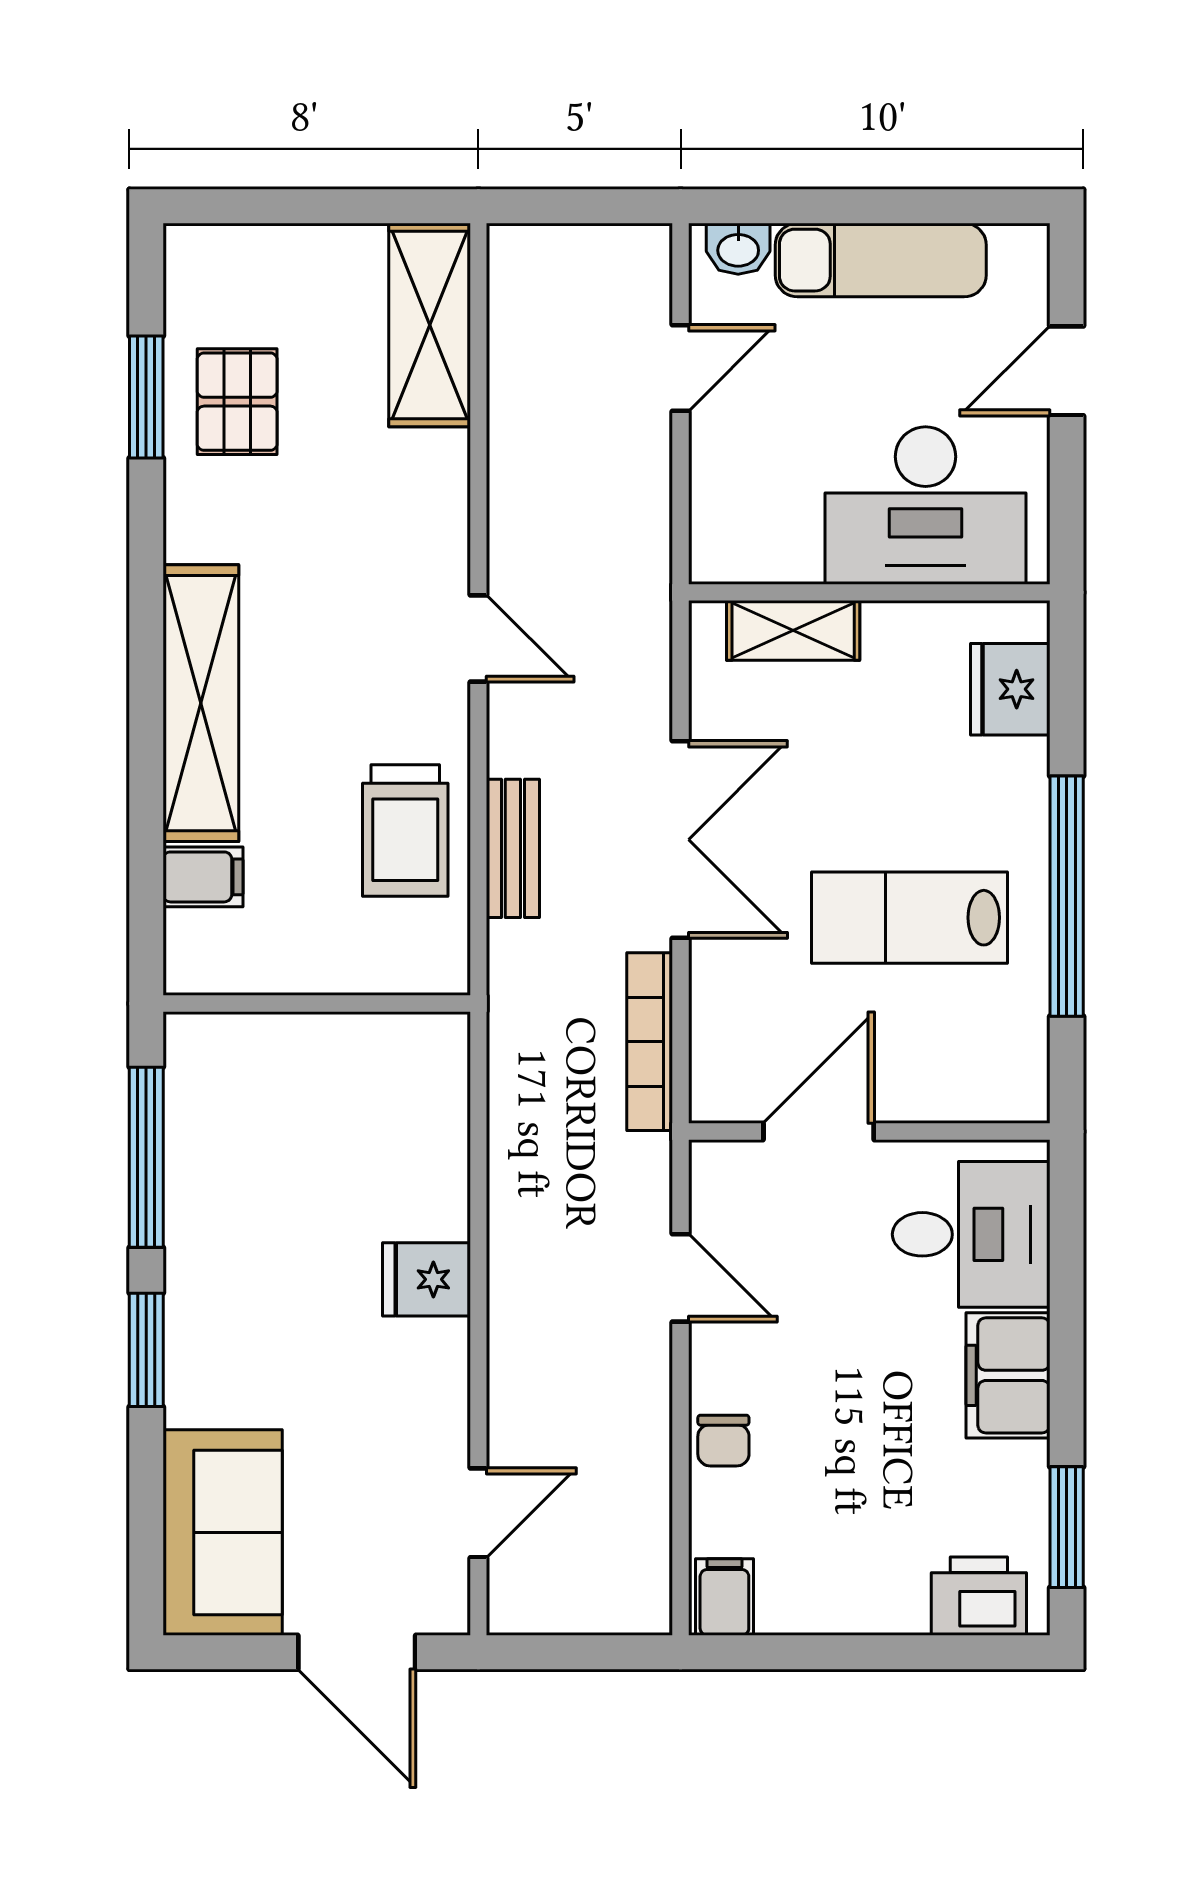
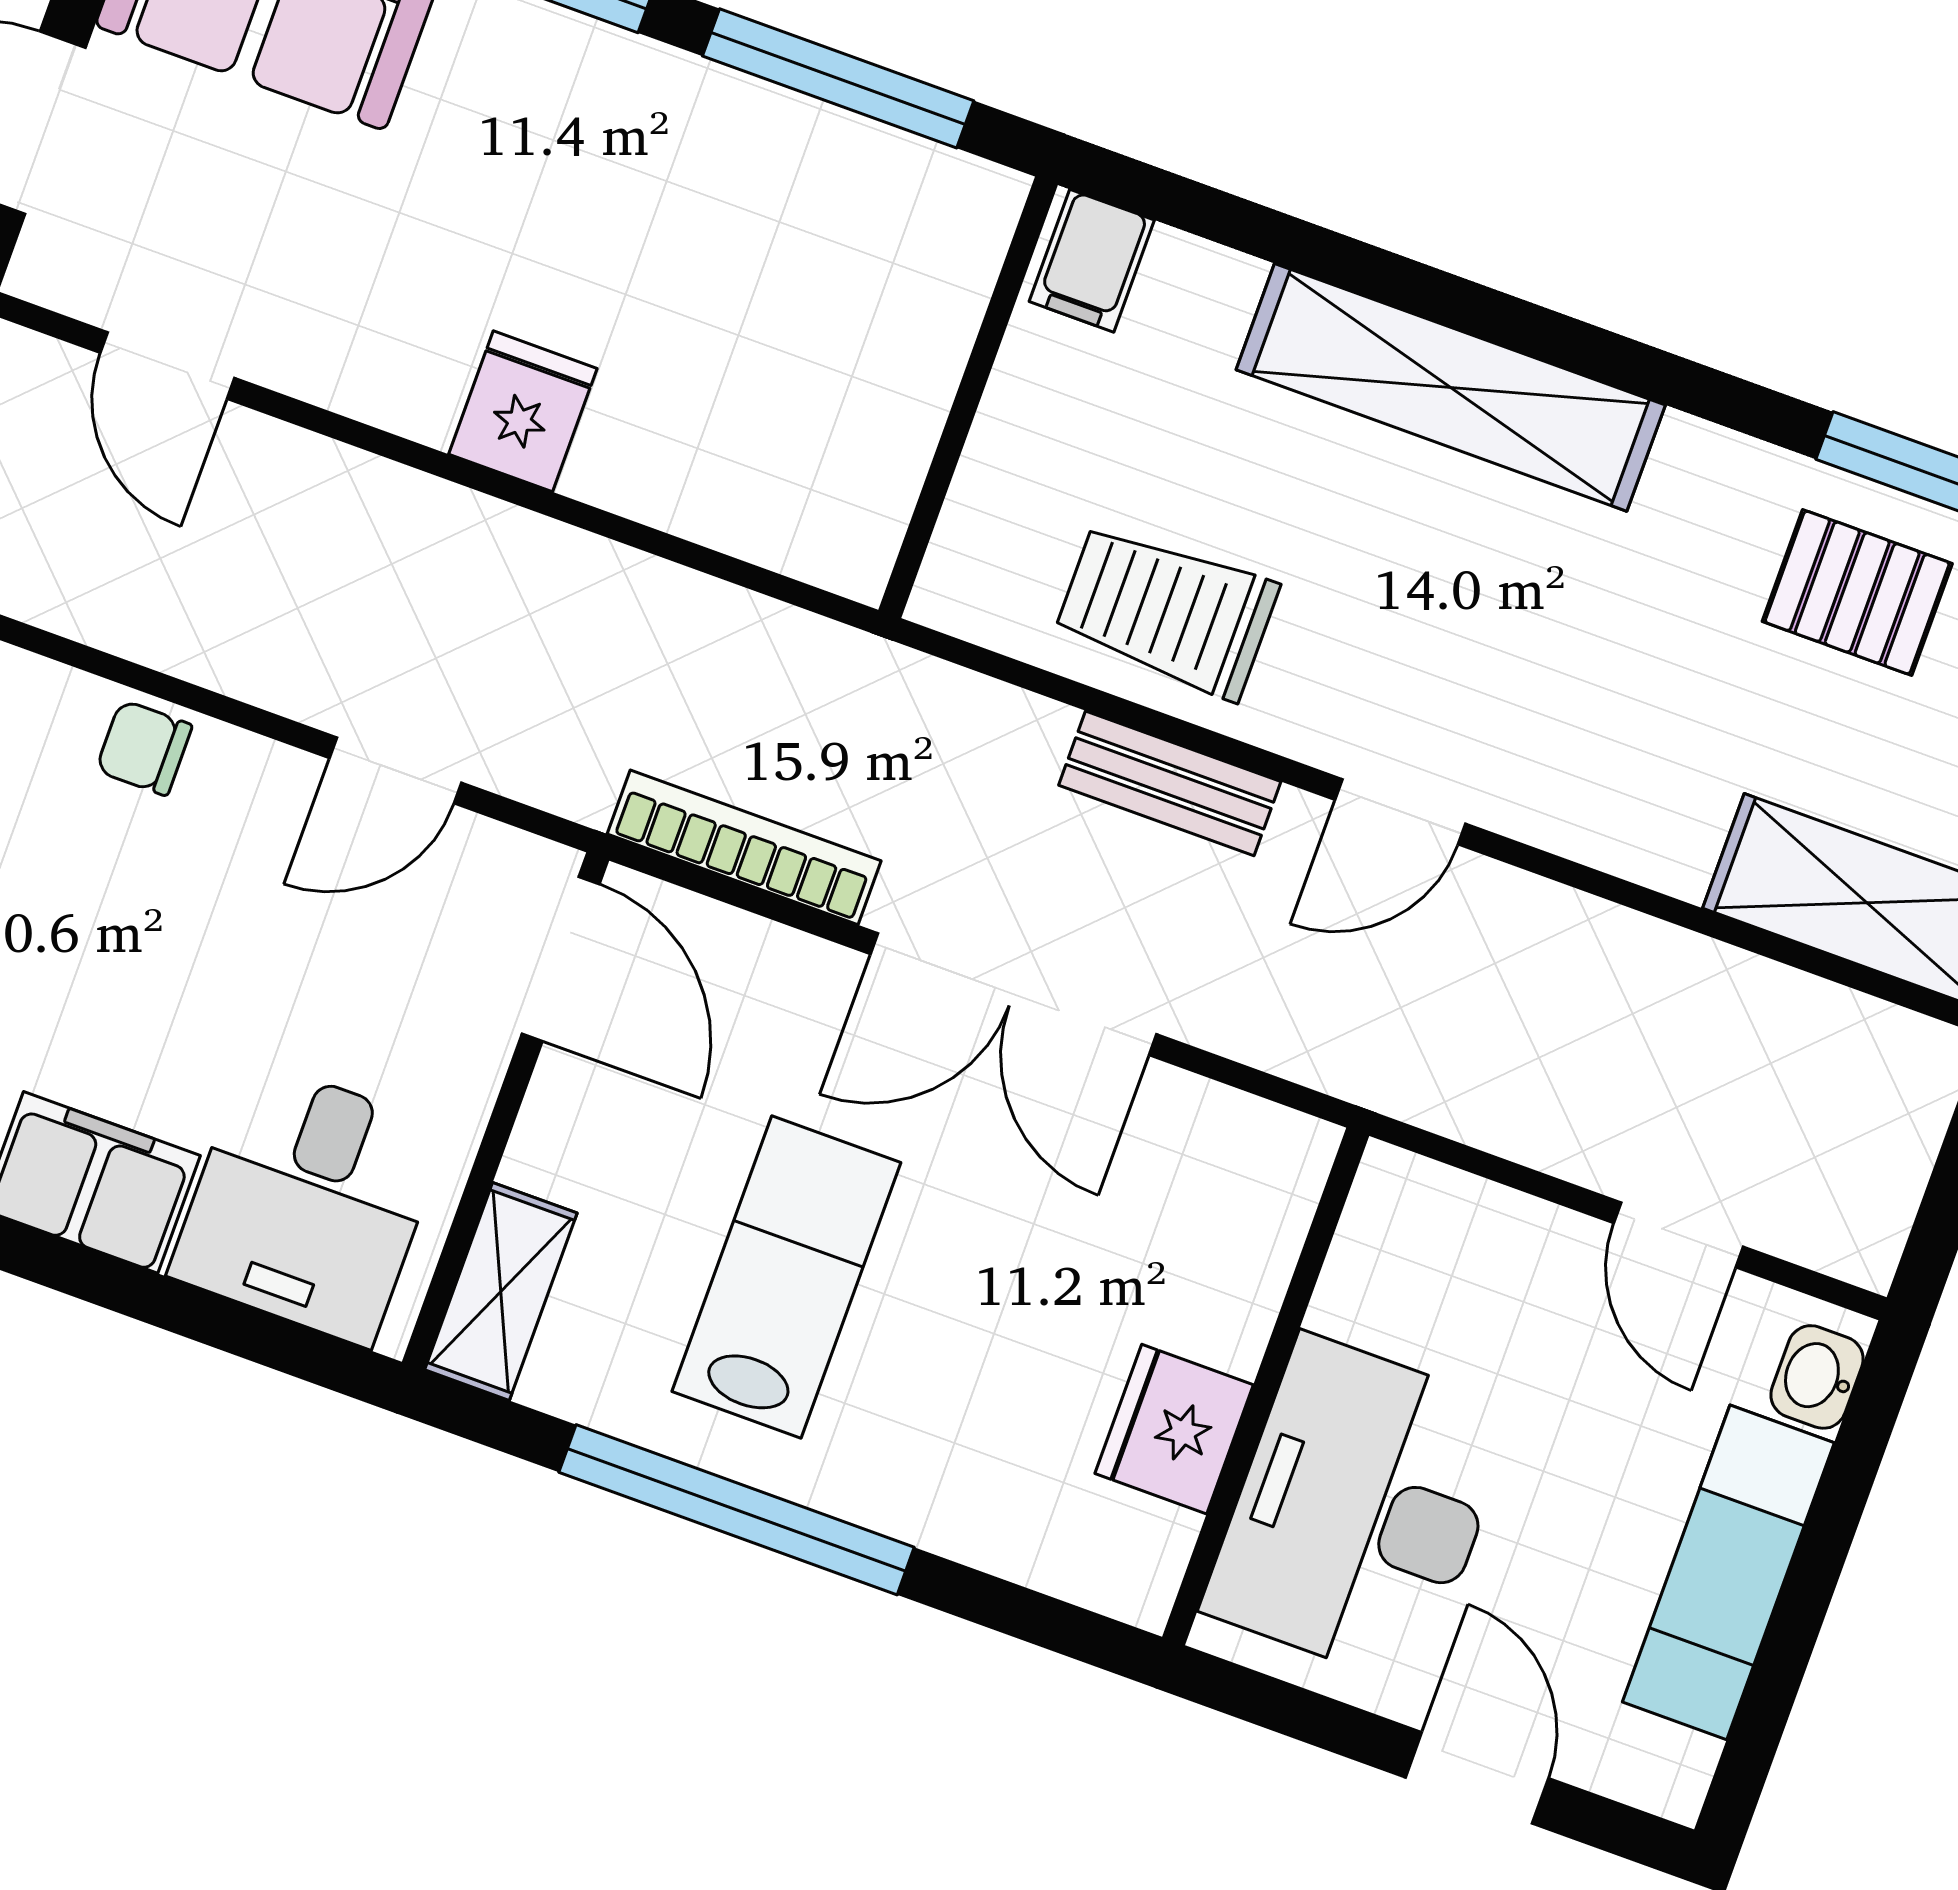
shelving: (793, 630) -> (501, 1291), moved
fridge: (1010, 689) -> (1174, 1429), moved, turned -90
bench: (513, 848) -> (1170, 783), moved
filing cabinet: (203, 877) -> (1092, 261), moved
door: (819, 1131) -> (561, 959), moved

